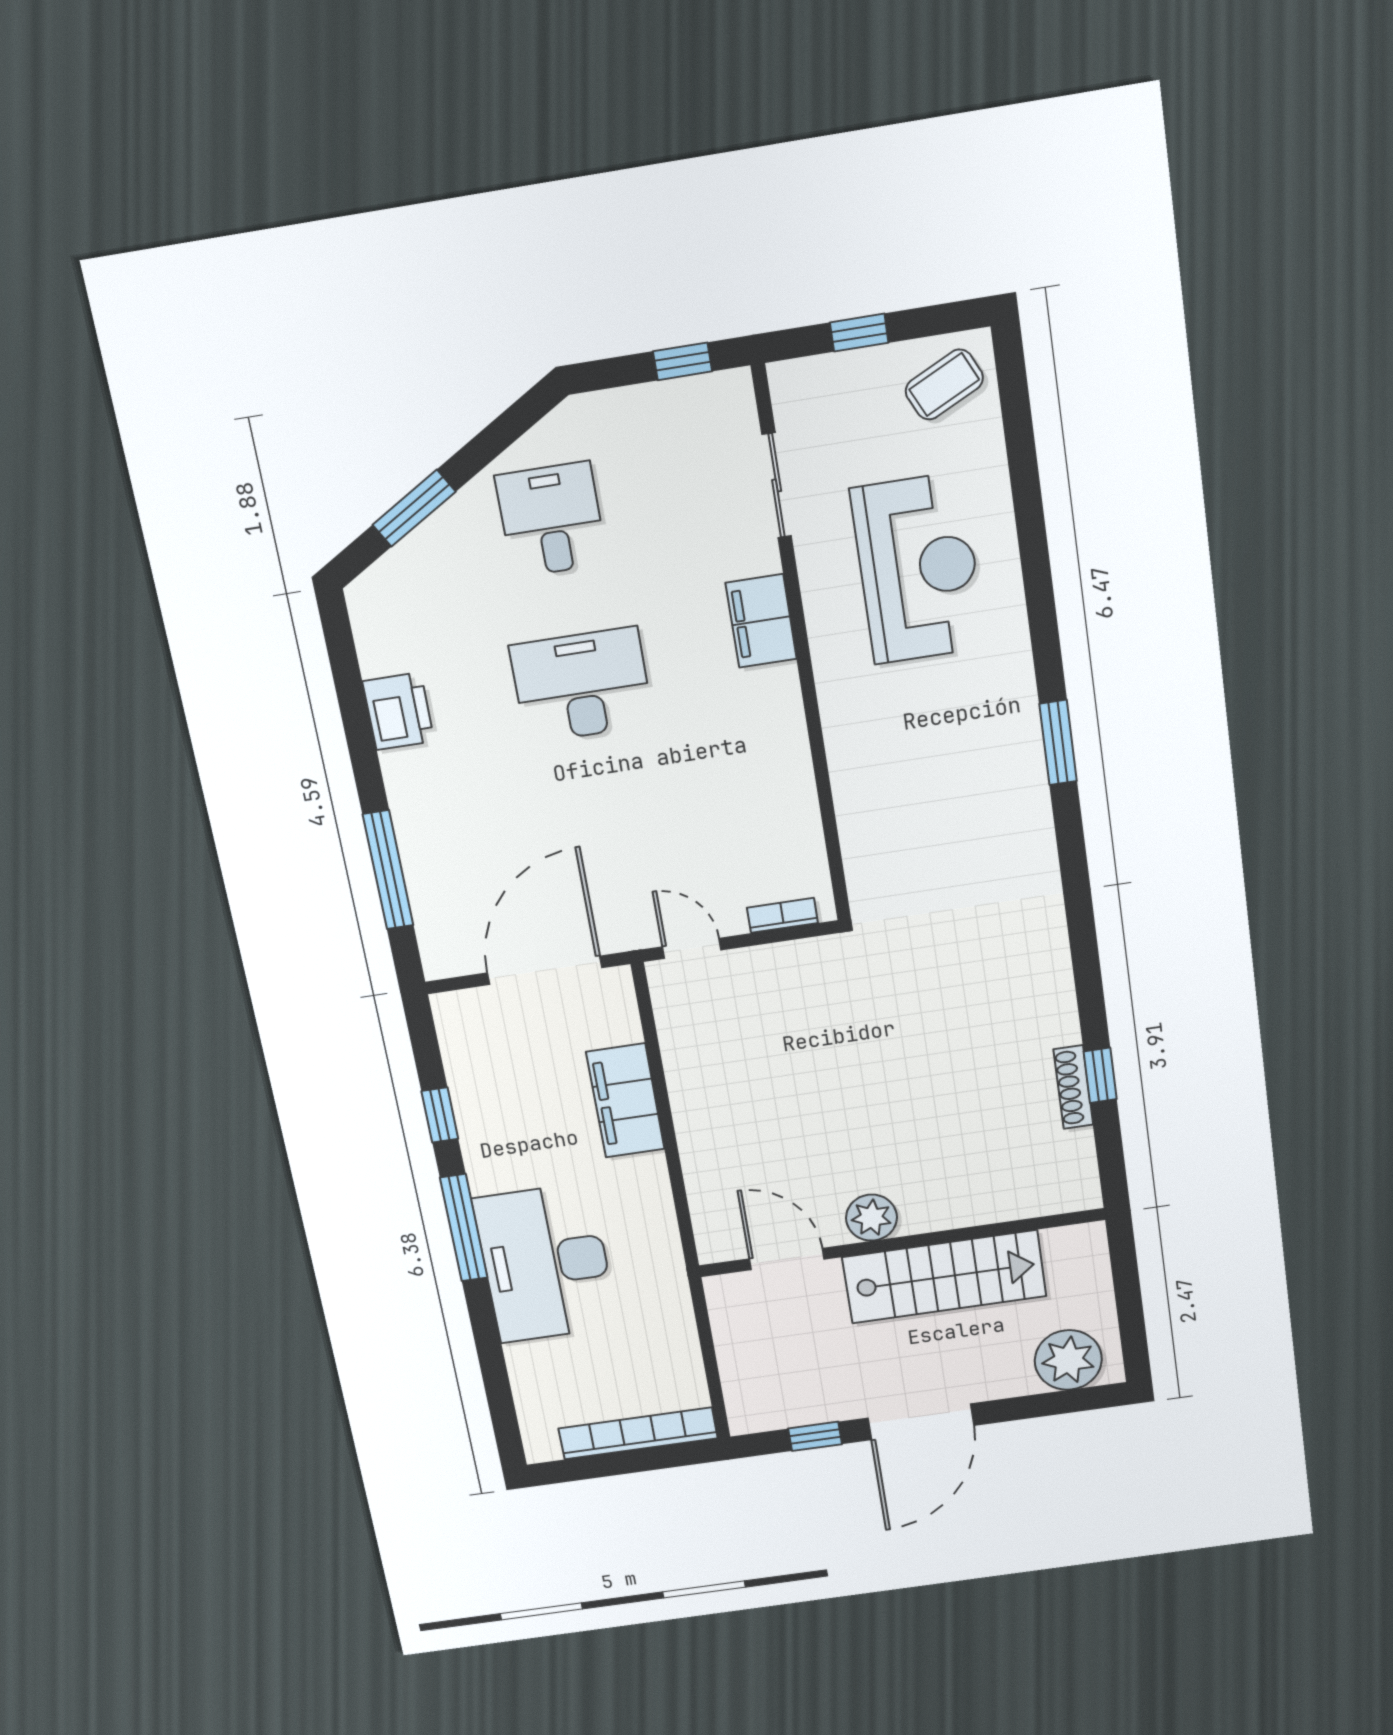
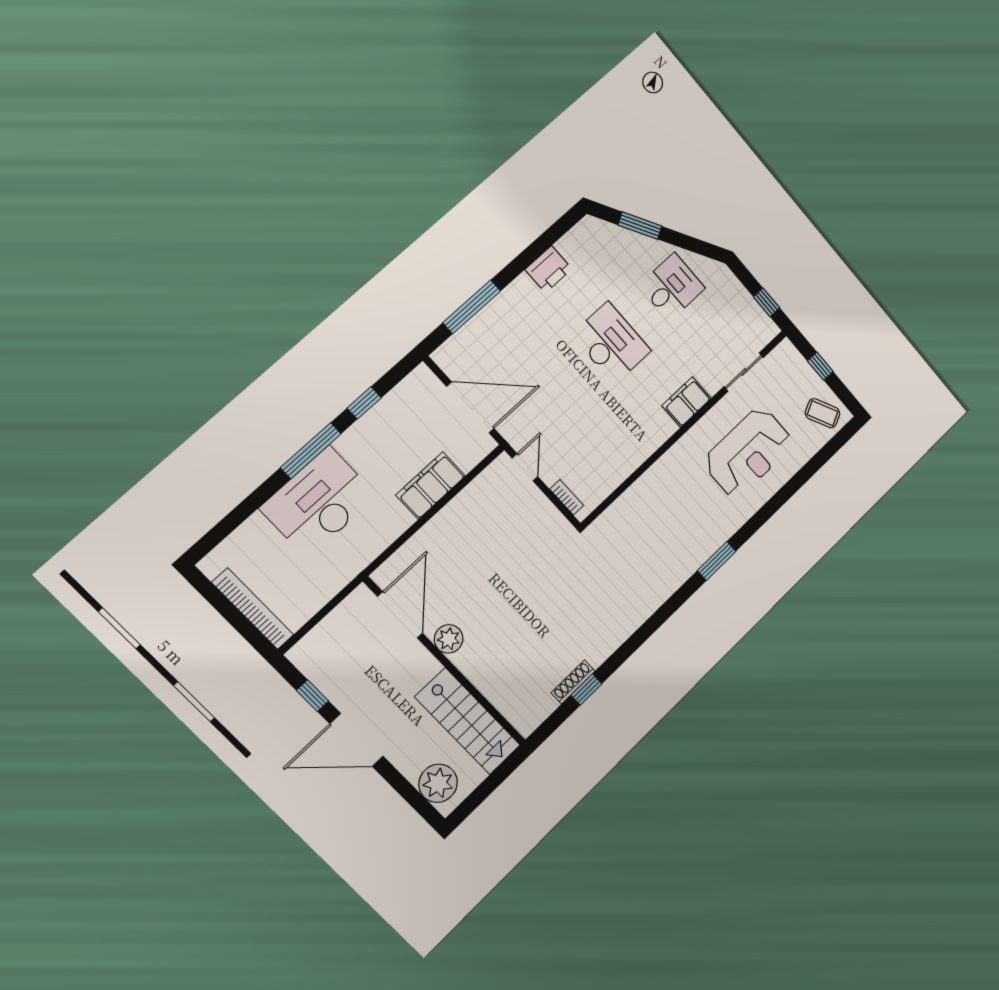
door: (787, 1259) -> (400, 615), width x1.36
stairs: (944, 1277) -> (468, 721), moved

